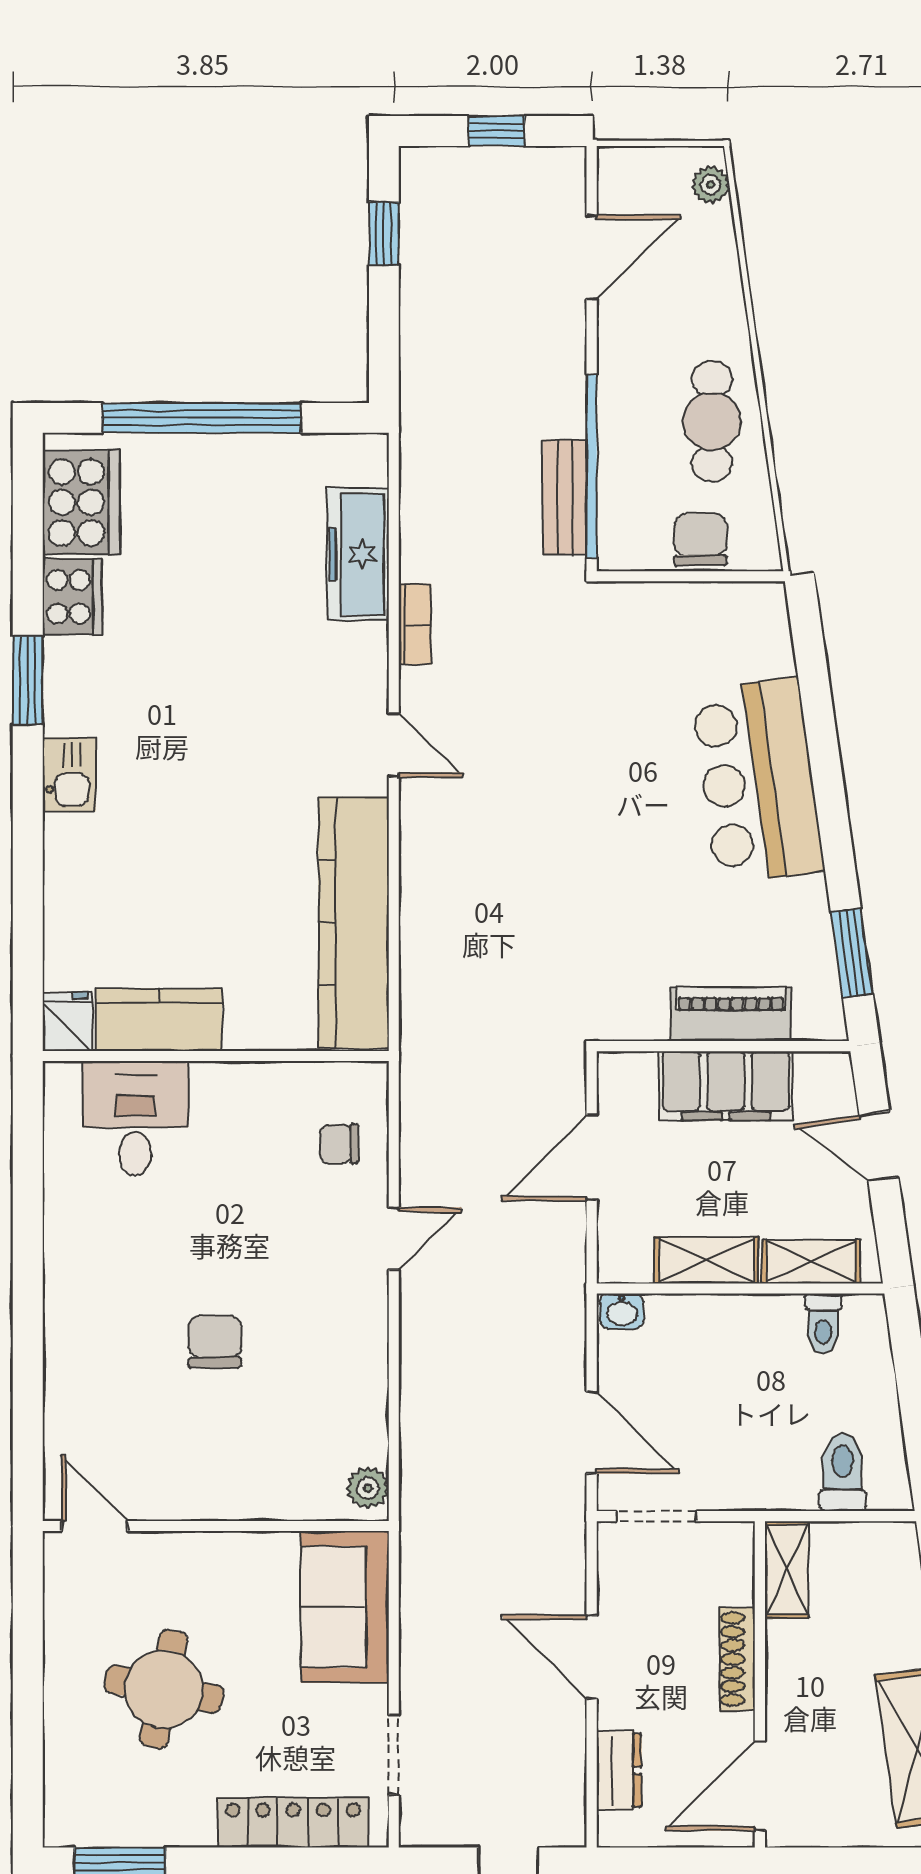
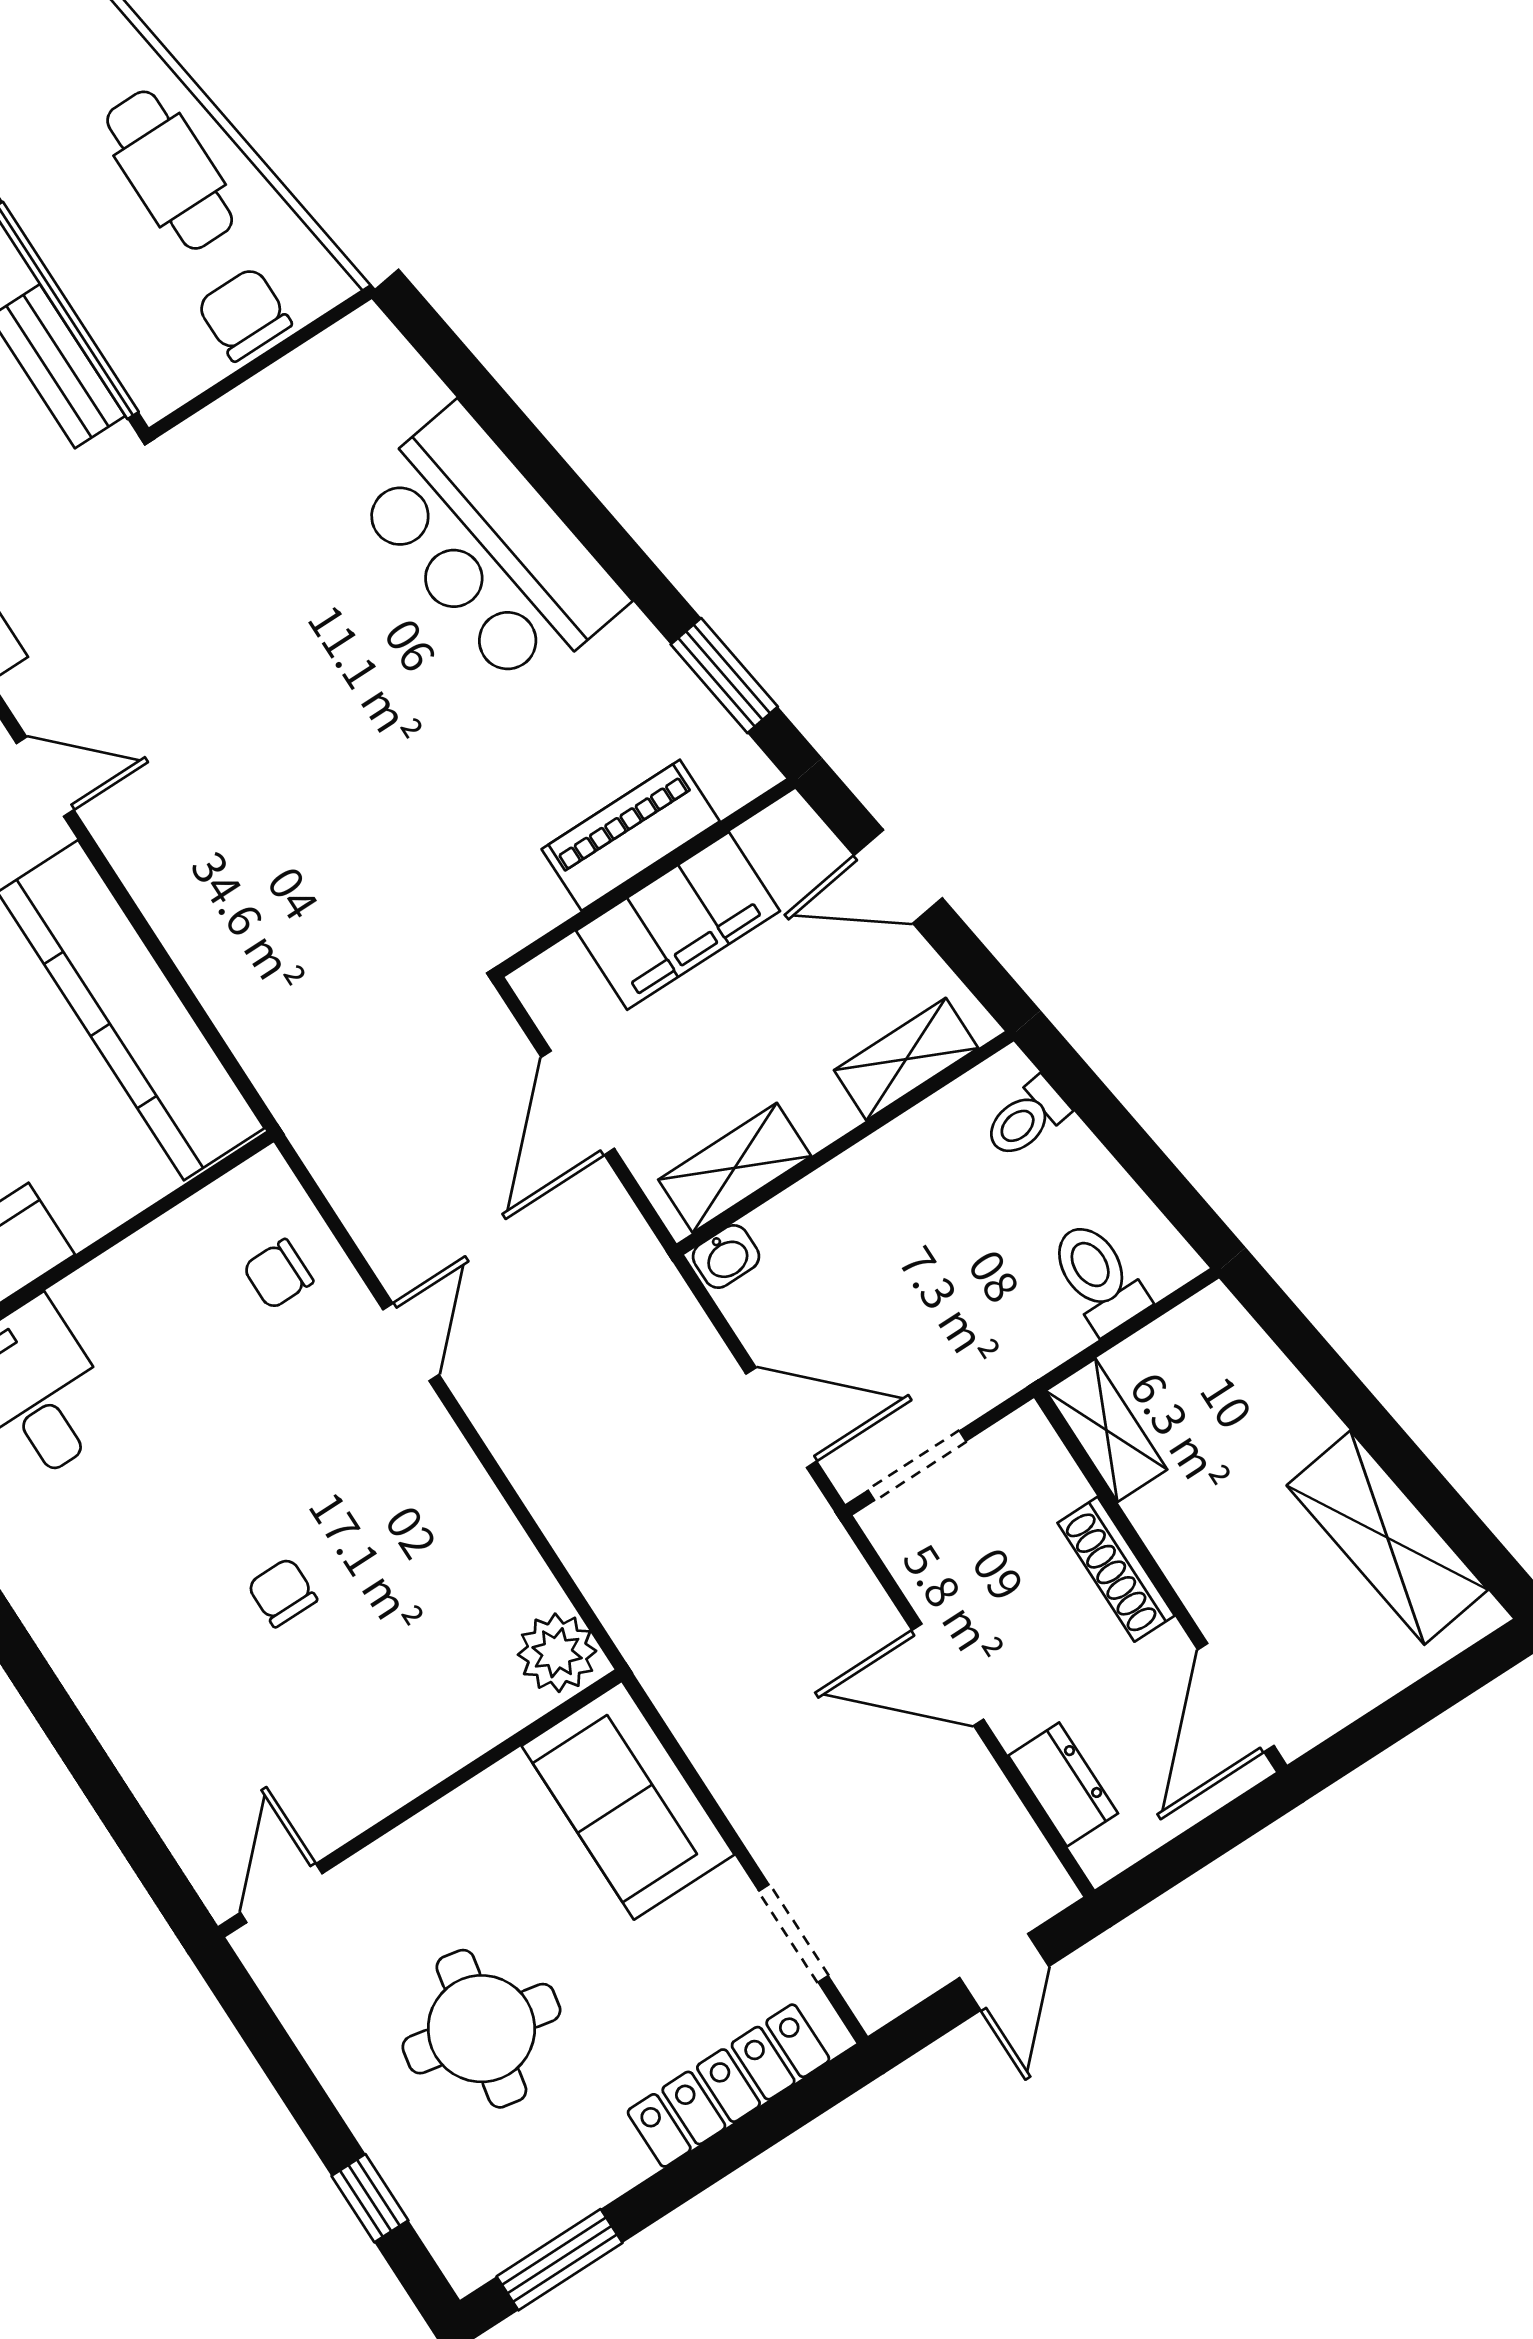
shelving: (706, 1260) -> (735, 1168), moved
toilet: (823, 1324) -> (1026, 1118), moved, turned 82
chair: (215, 1341) -> (282, 1592), width x0.73, depth x0.73
plant: (368, 1488) -> (557, 1653), width x1.38, depth x1.38
door: (95, 1526) -> (281, 1893), hinge flipped
window: (28, 1749) -> (370, 2198), added

